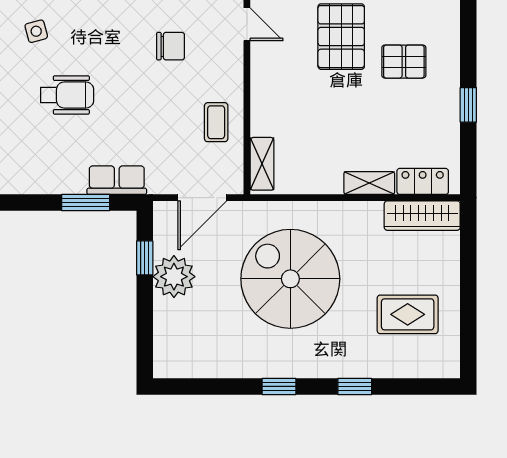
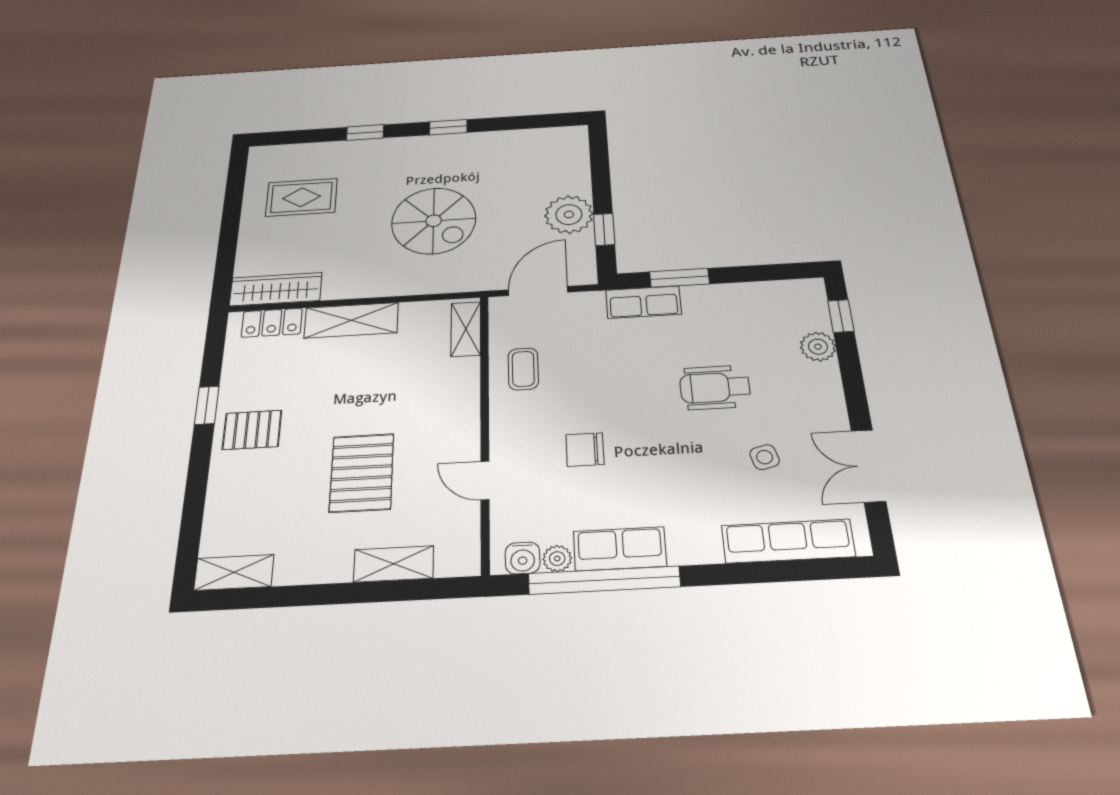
pallet: (404, 62) -> (252, 430), moved
shelving: (369, 183) -> (351, 320), width x1.50, depth x1.33
spiral stairs: (290, 279) -> (434, 221), width x0.73, depth x0.73

